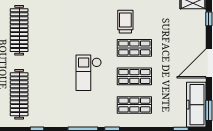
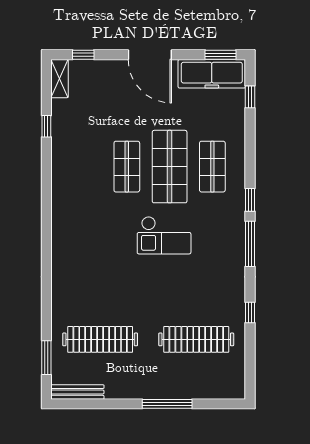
trolley: (125, 22) -> (87, 180), removed
shop shelf: (134, 76) -> (170, 167), width x1.43, depth x1.36

